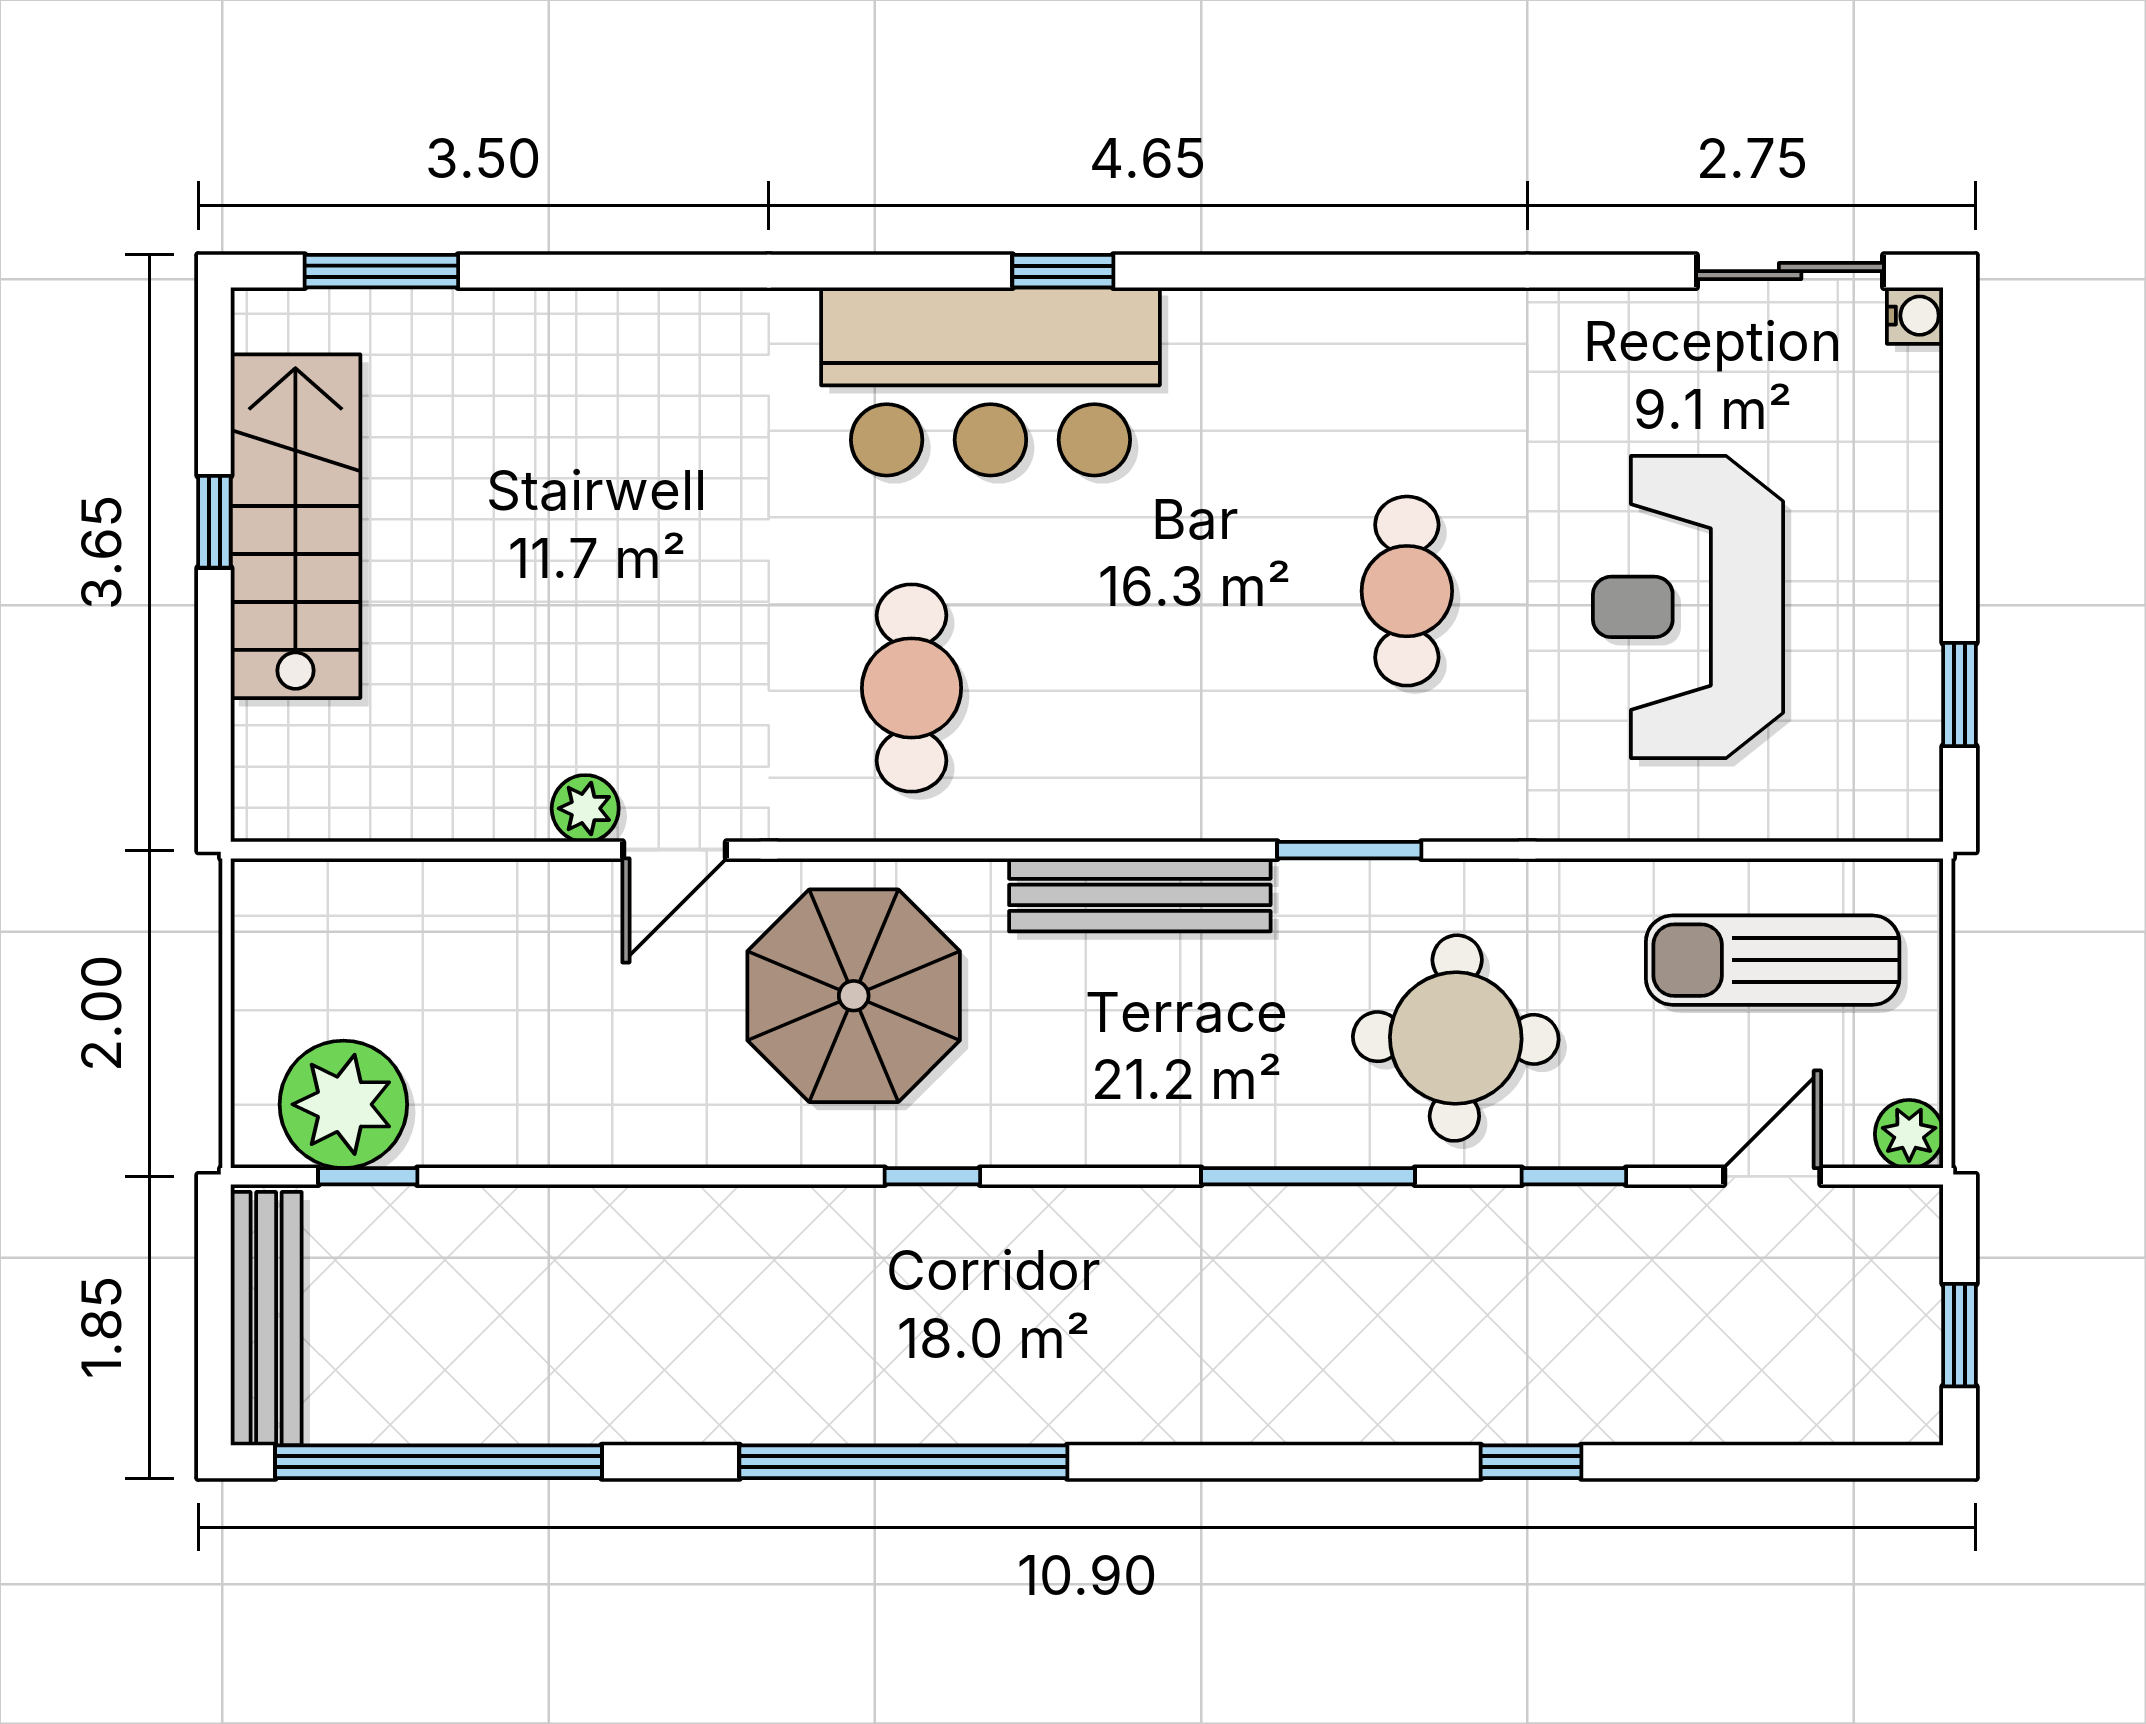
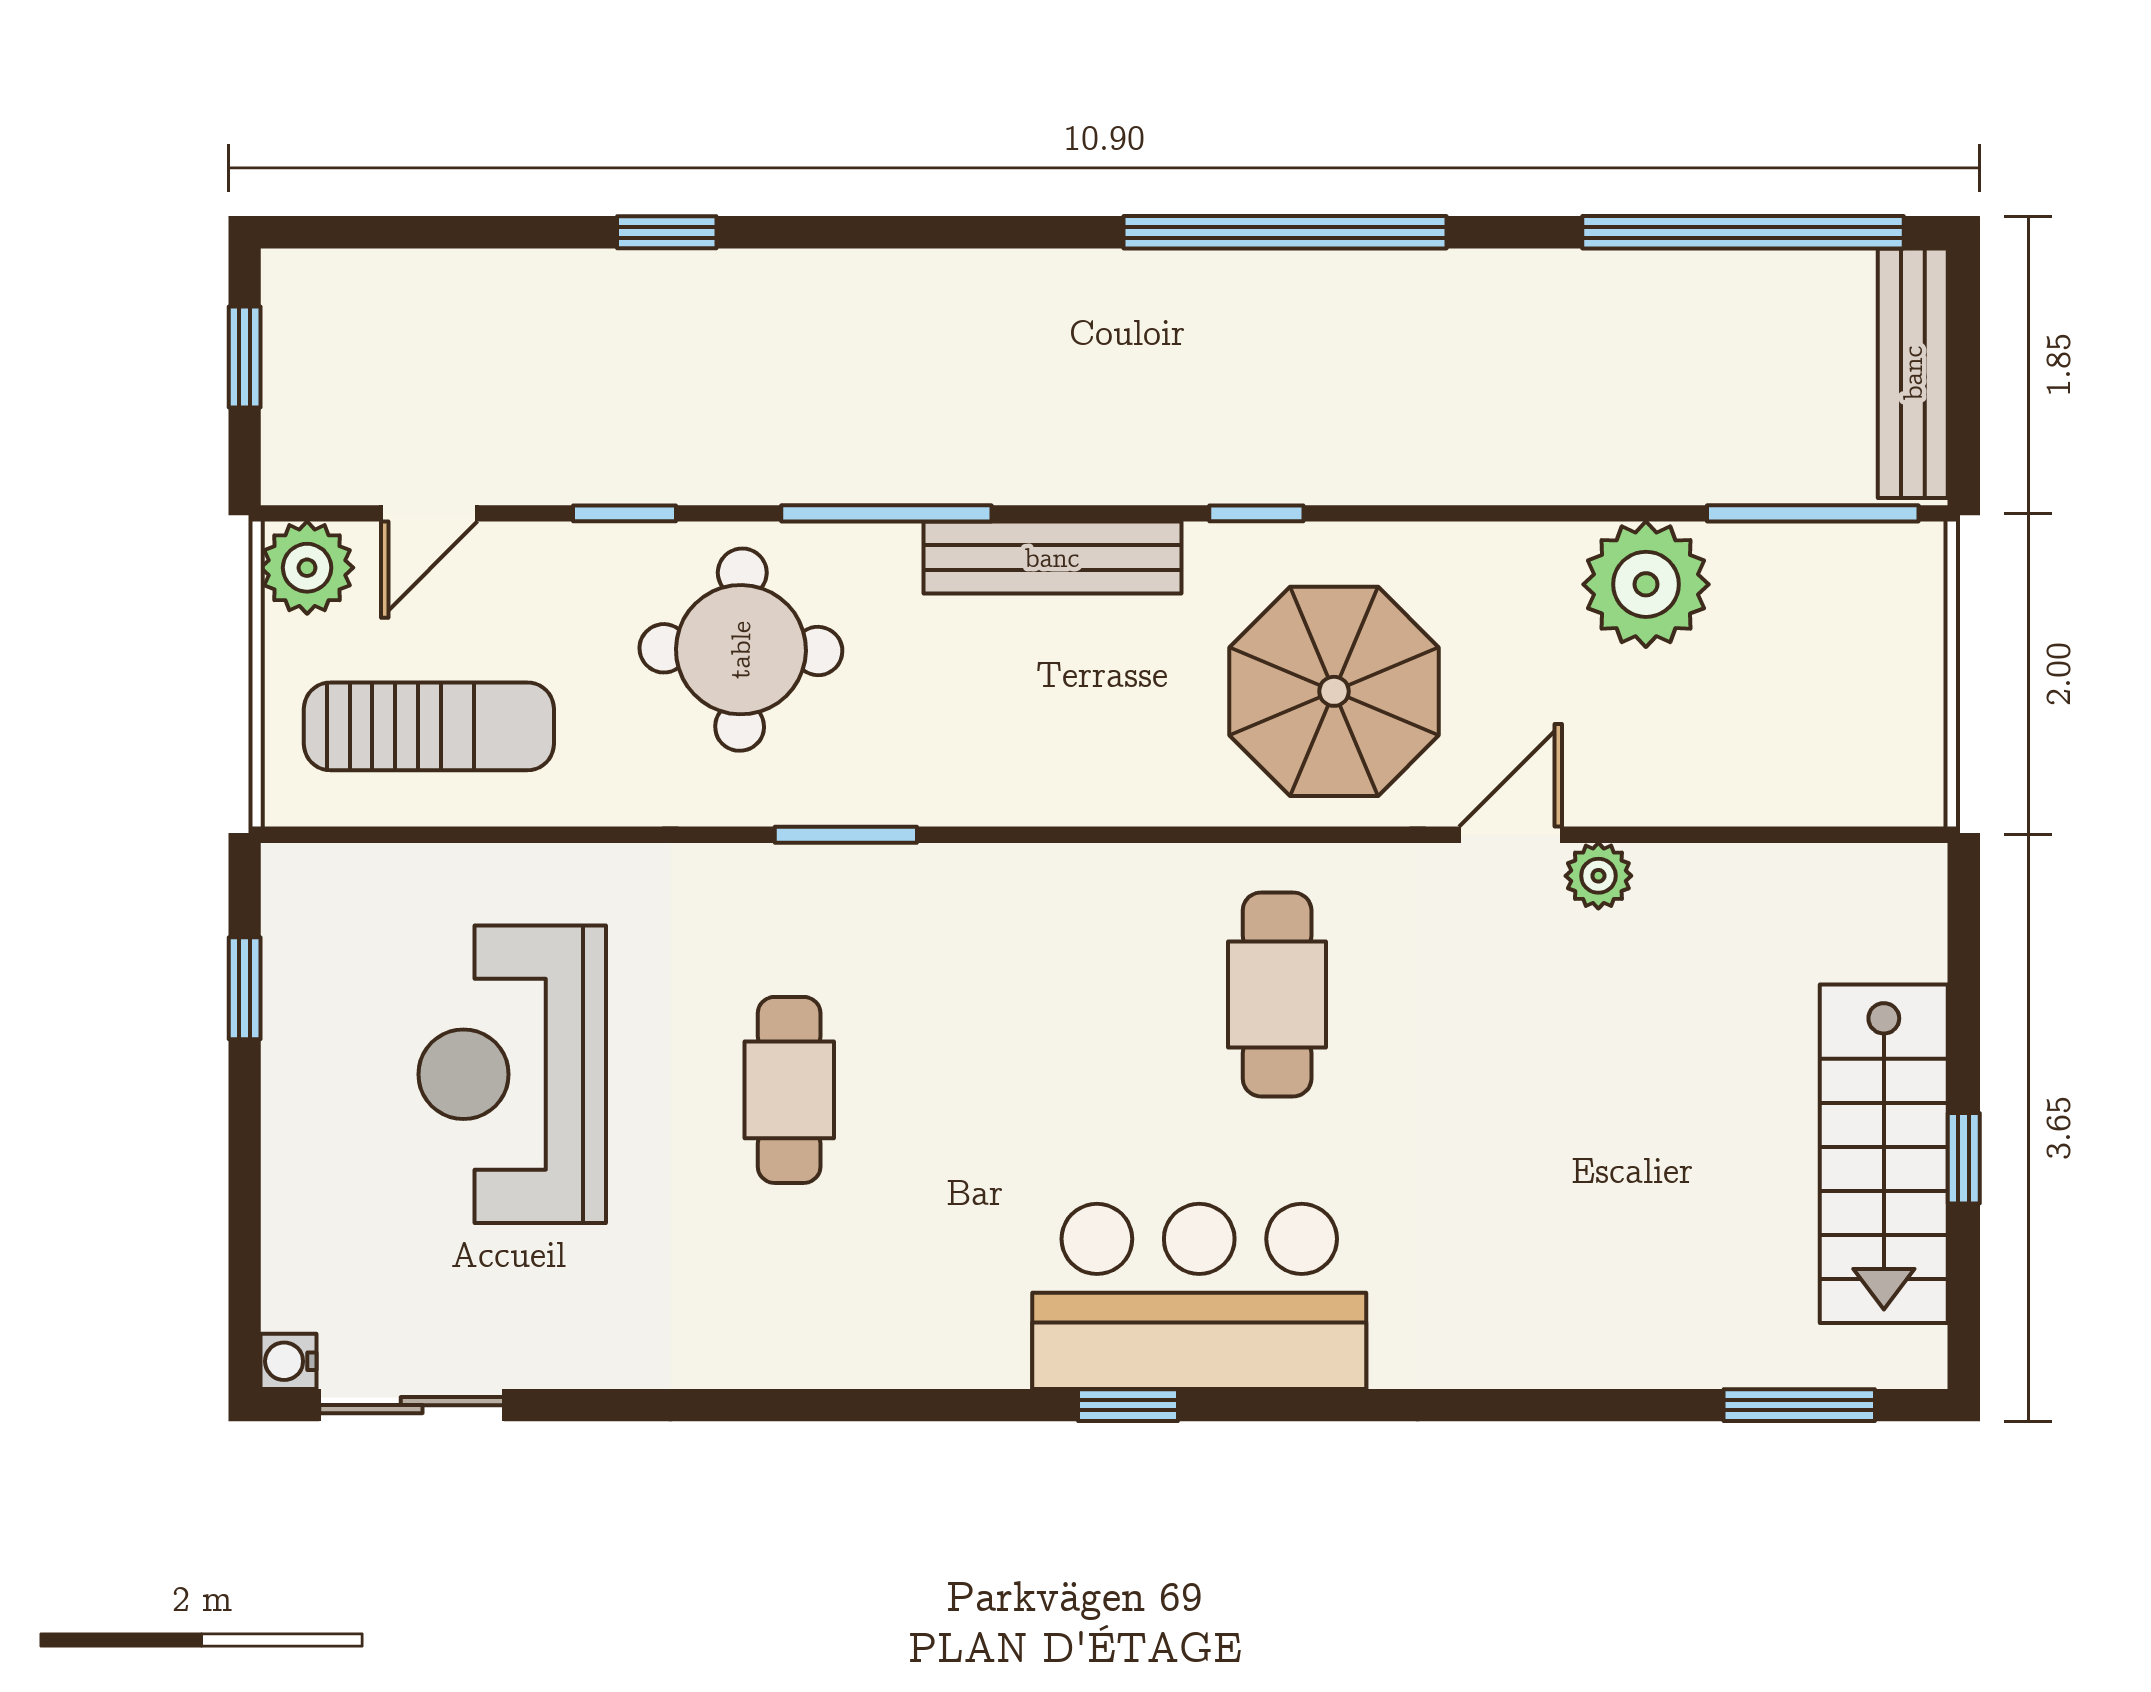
reception desk: (1688, 607) -> (512, 1074), turned 180
bench: (1140, 895) -> (1052, 558), moved
plant: (343, 1104) -> (1646, 584), moved
plant: (1909, 1134) -> (307, 568), width x1.38, depth x1.38
window: (368, 1176) -> (1813, 513), width x2.17

